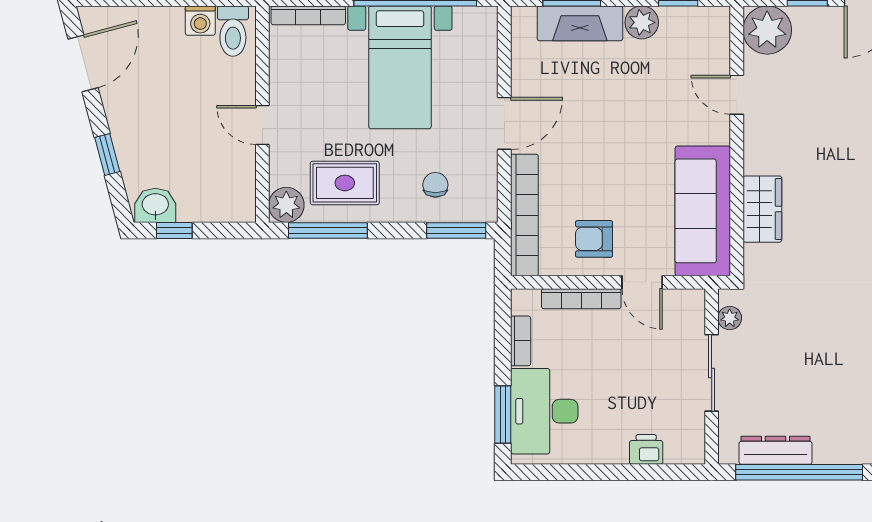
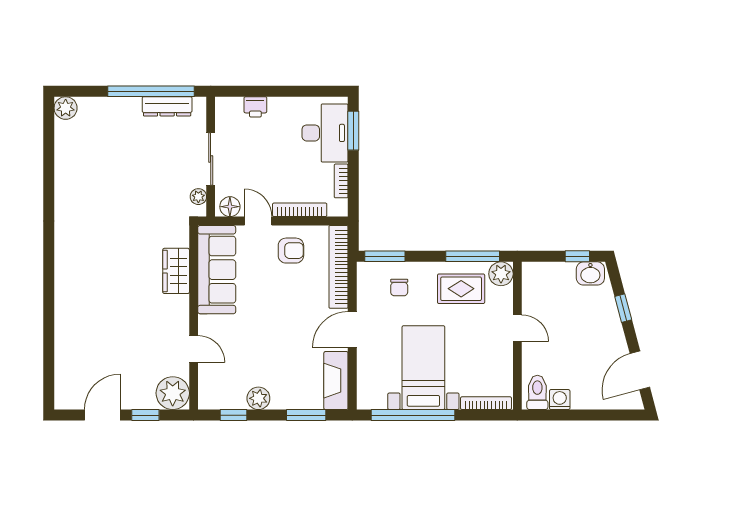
fireplace: (580, 23) -> (336, 381), moved, turned -90
floor lamp: (683, 303) -> (230, 207), added

